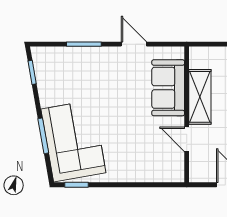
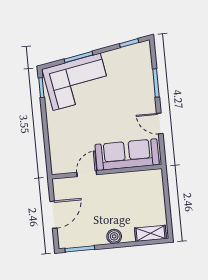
door: (134, 44) -> (160, 123), swing flipped
sofa: (168, 88) -> (127, 155), width x1.36
shelving: (200, 97) -> (122, 181), removed

